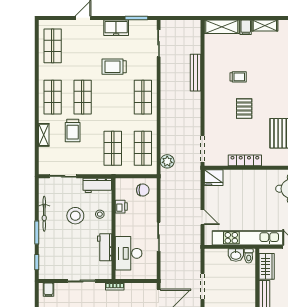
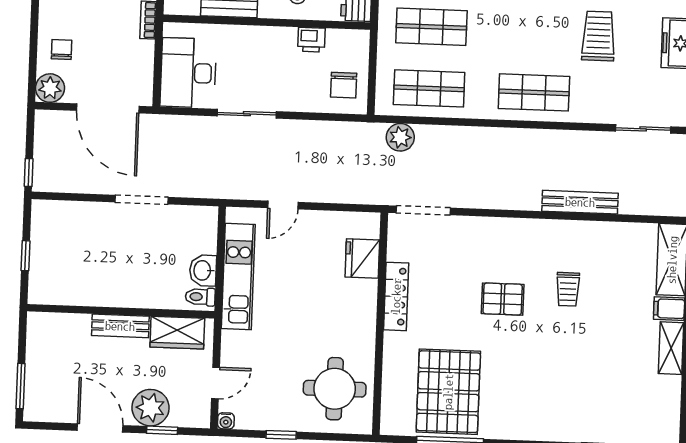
fridge: (214, 178) -> (362, 258), moved
kitchen unit: (247, 238) -> (238, 277), width x0.73
desk: (129, 253) -> (188, 73), moved, turned -90

